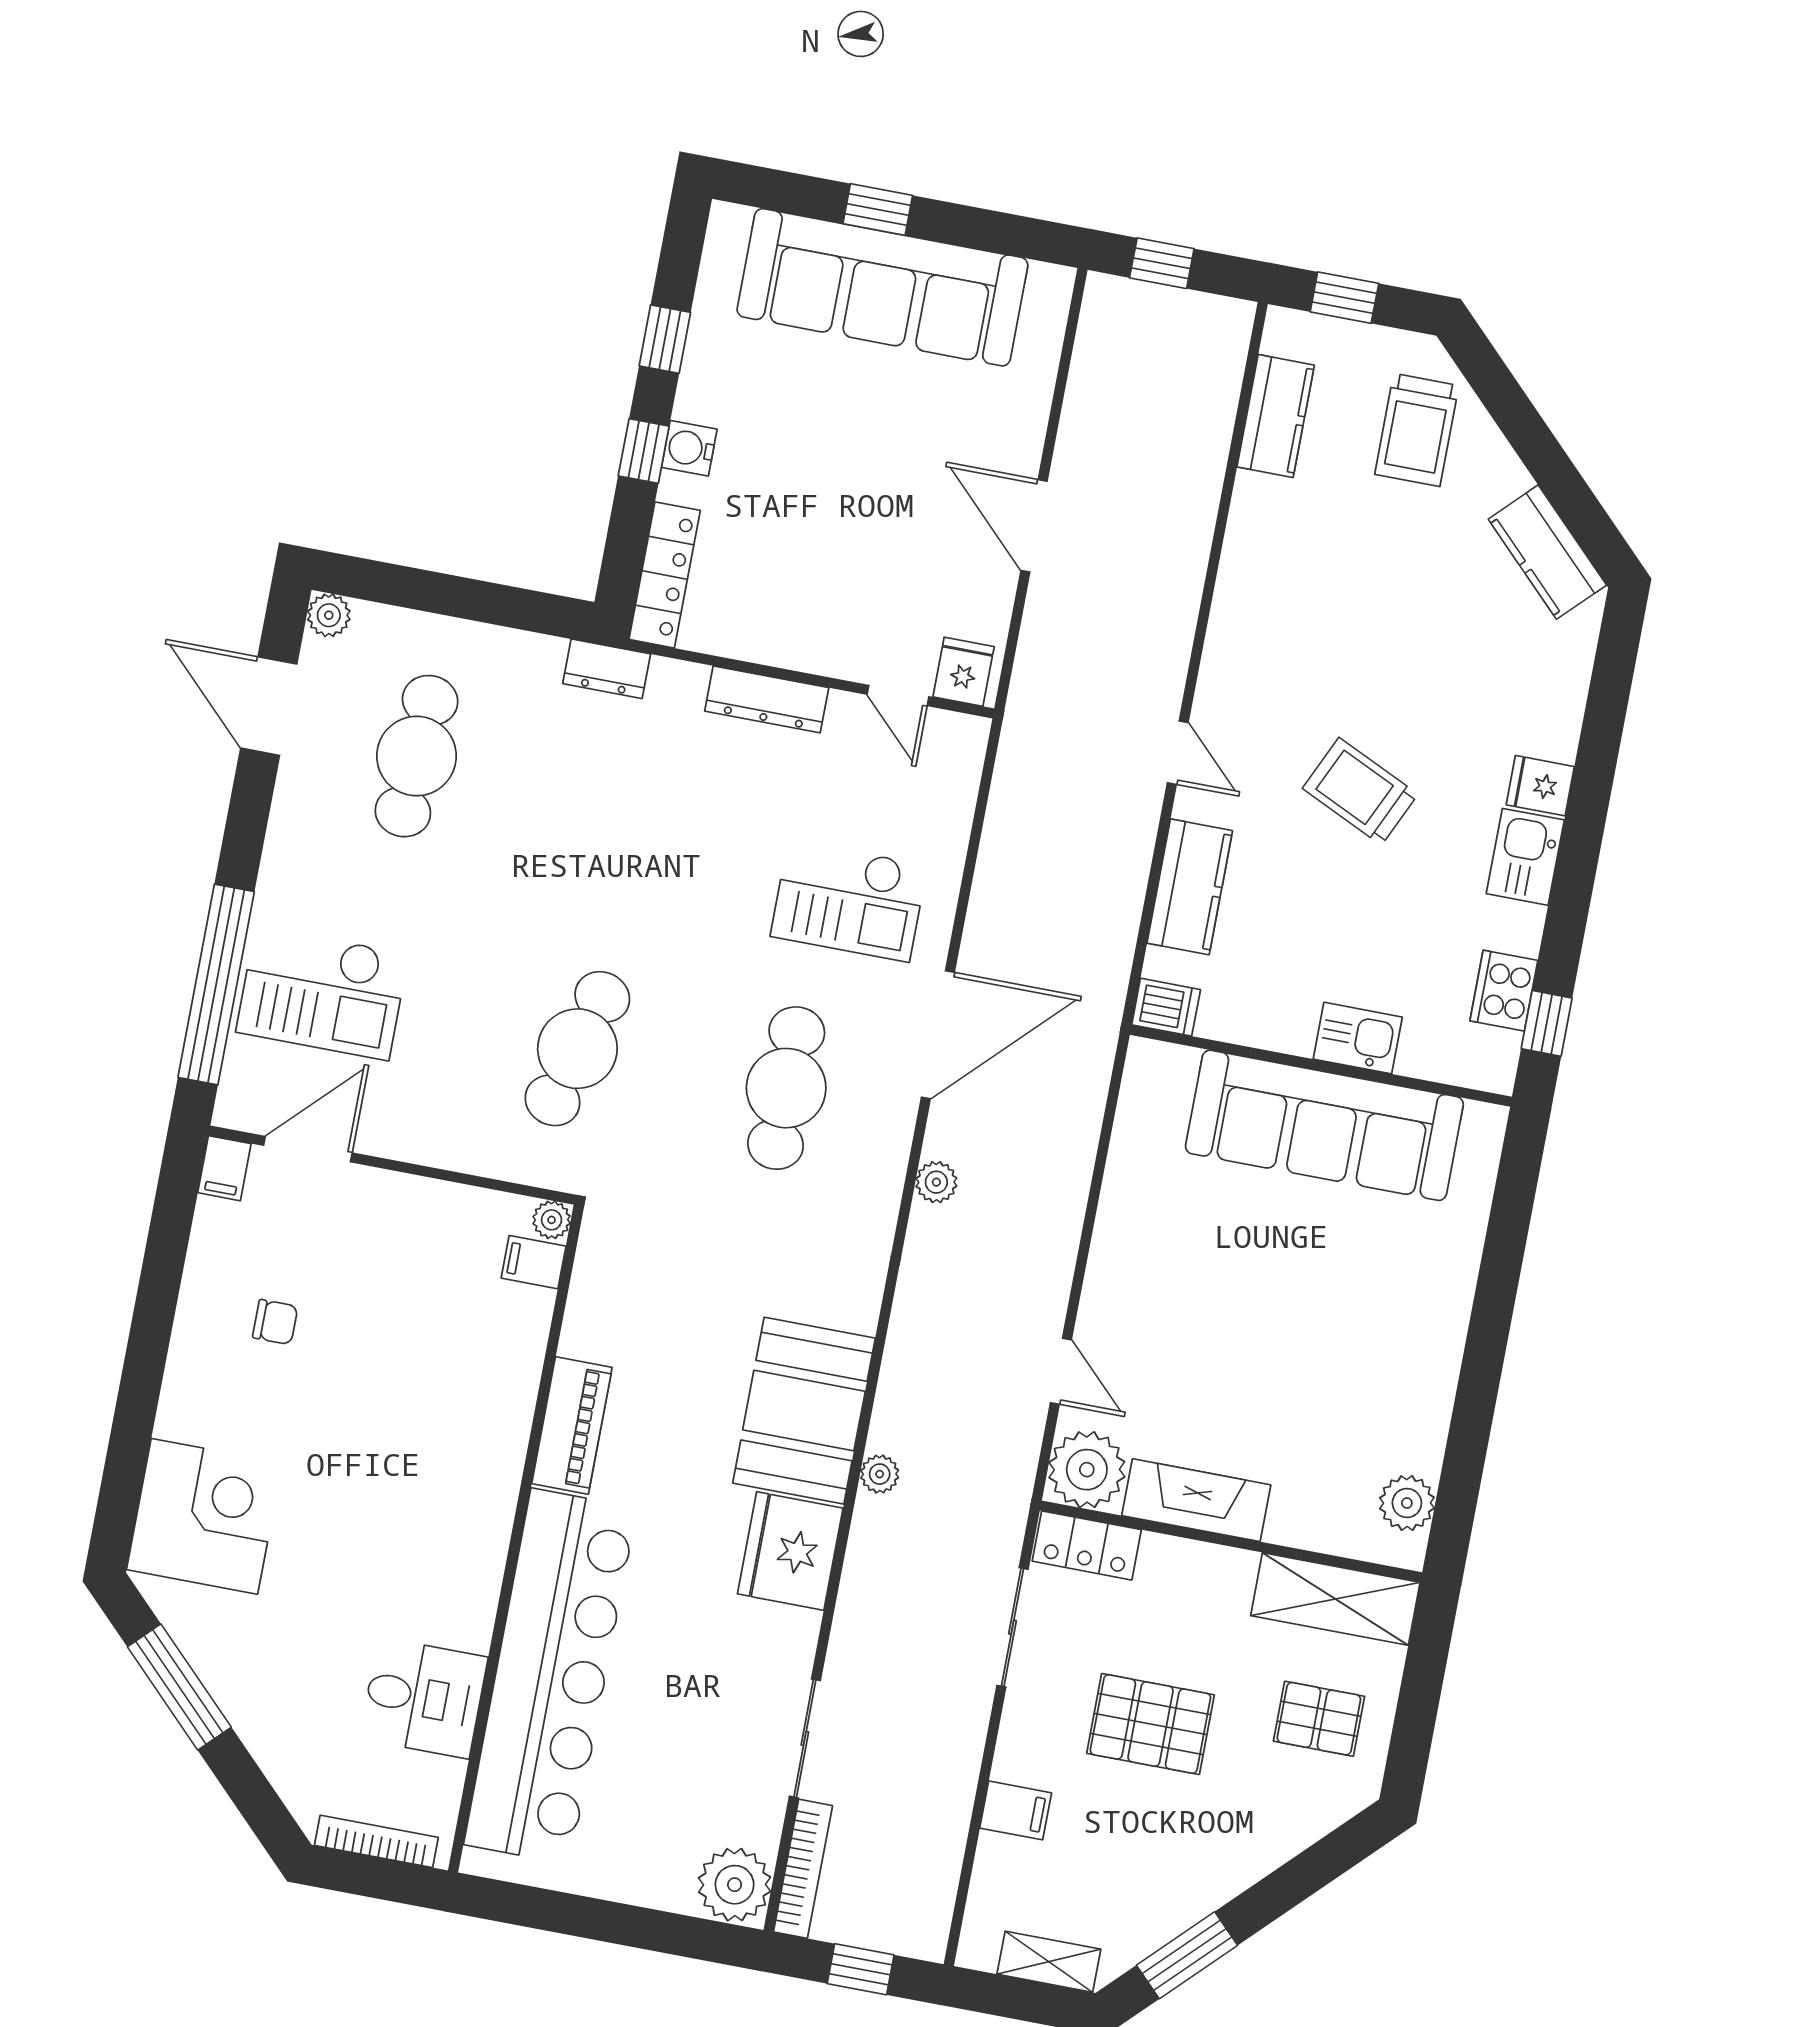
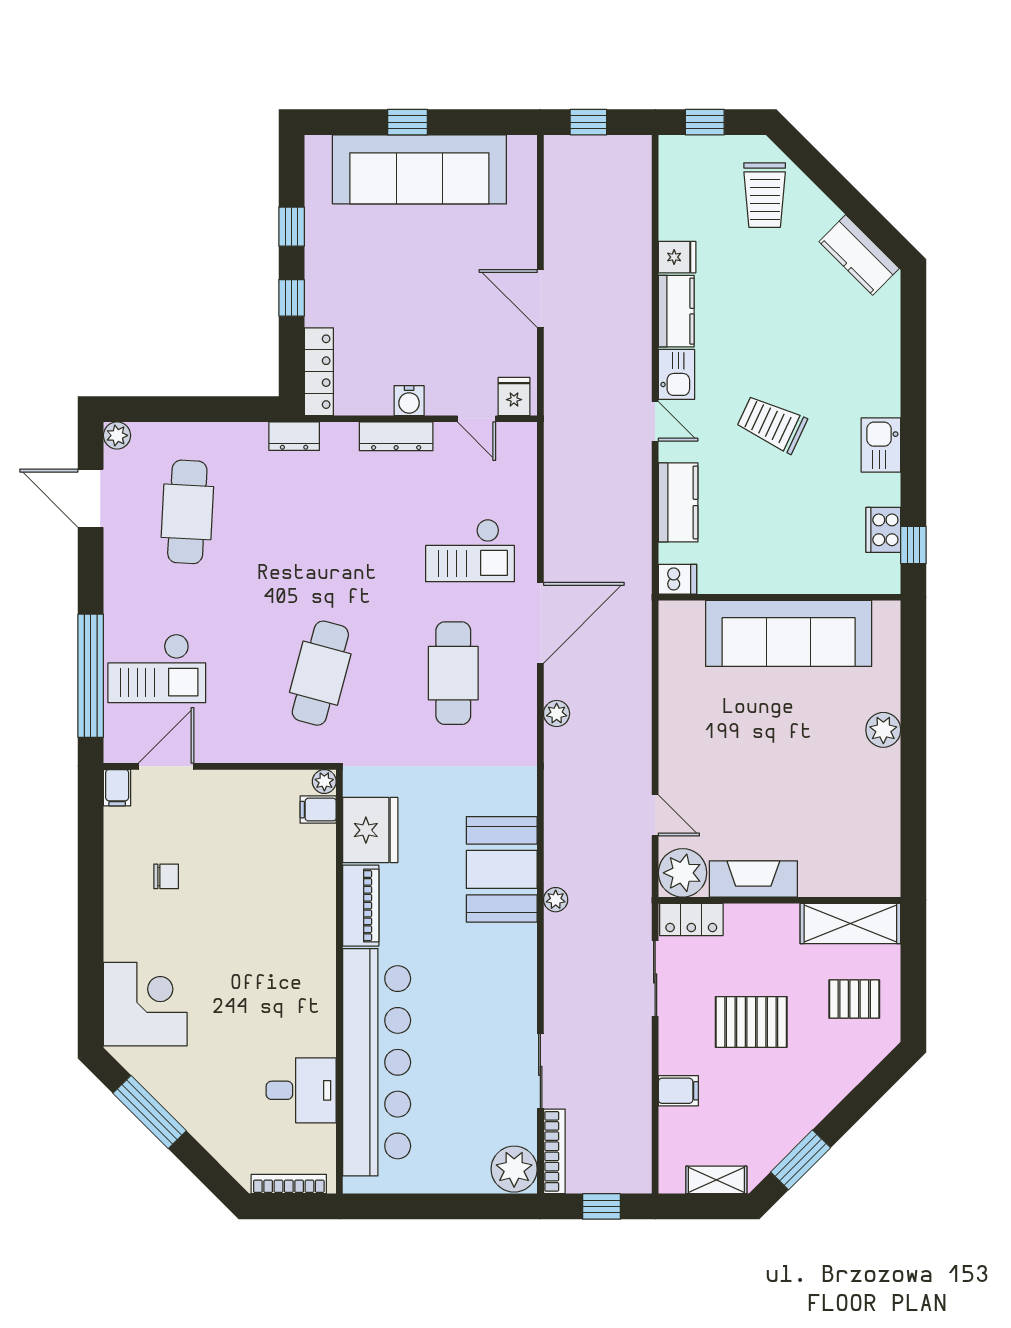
kitchen counter: (1276, 416) -> (676, 311), moved
water cooler: (689, 448) -> (409, 401), moved, turned -90
fridge: (1540, 786) -> (677, 257), moved, turned 180
kitchen sink: (1358, 1038) -> (676, 374), moved, turned 90
plant: (1407, 1503) -> (883, 730), moved
fridge: (790, 1551) -> (370, 830), moved, turned 180

